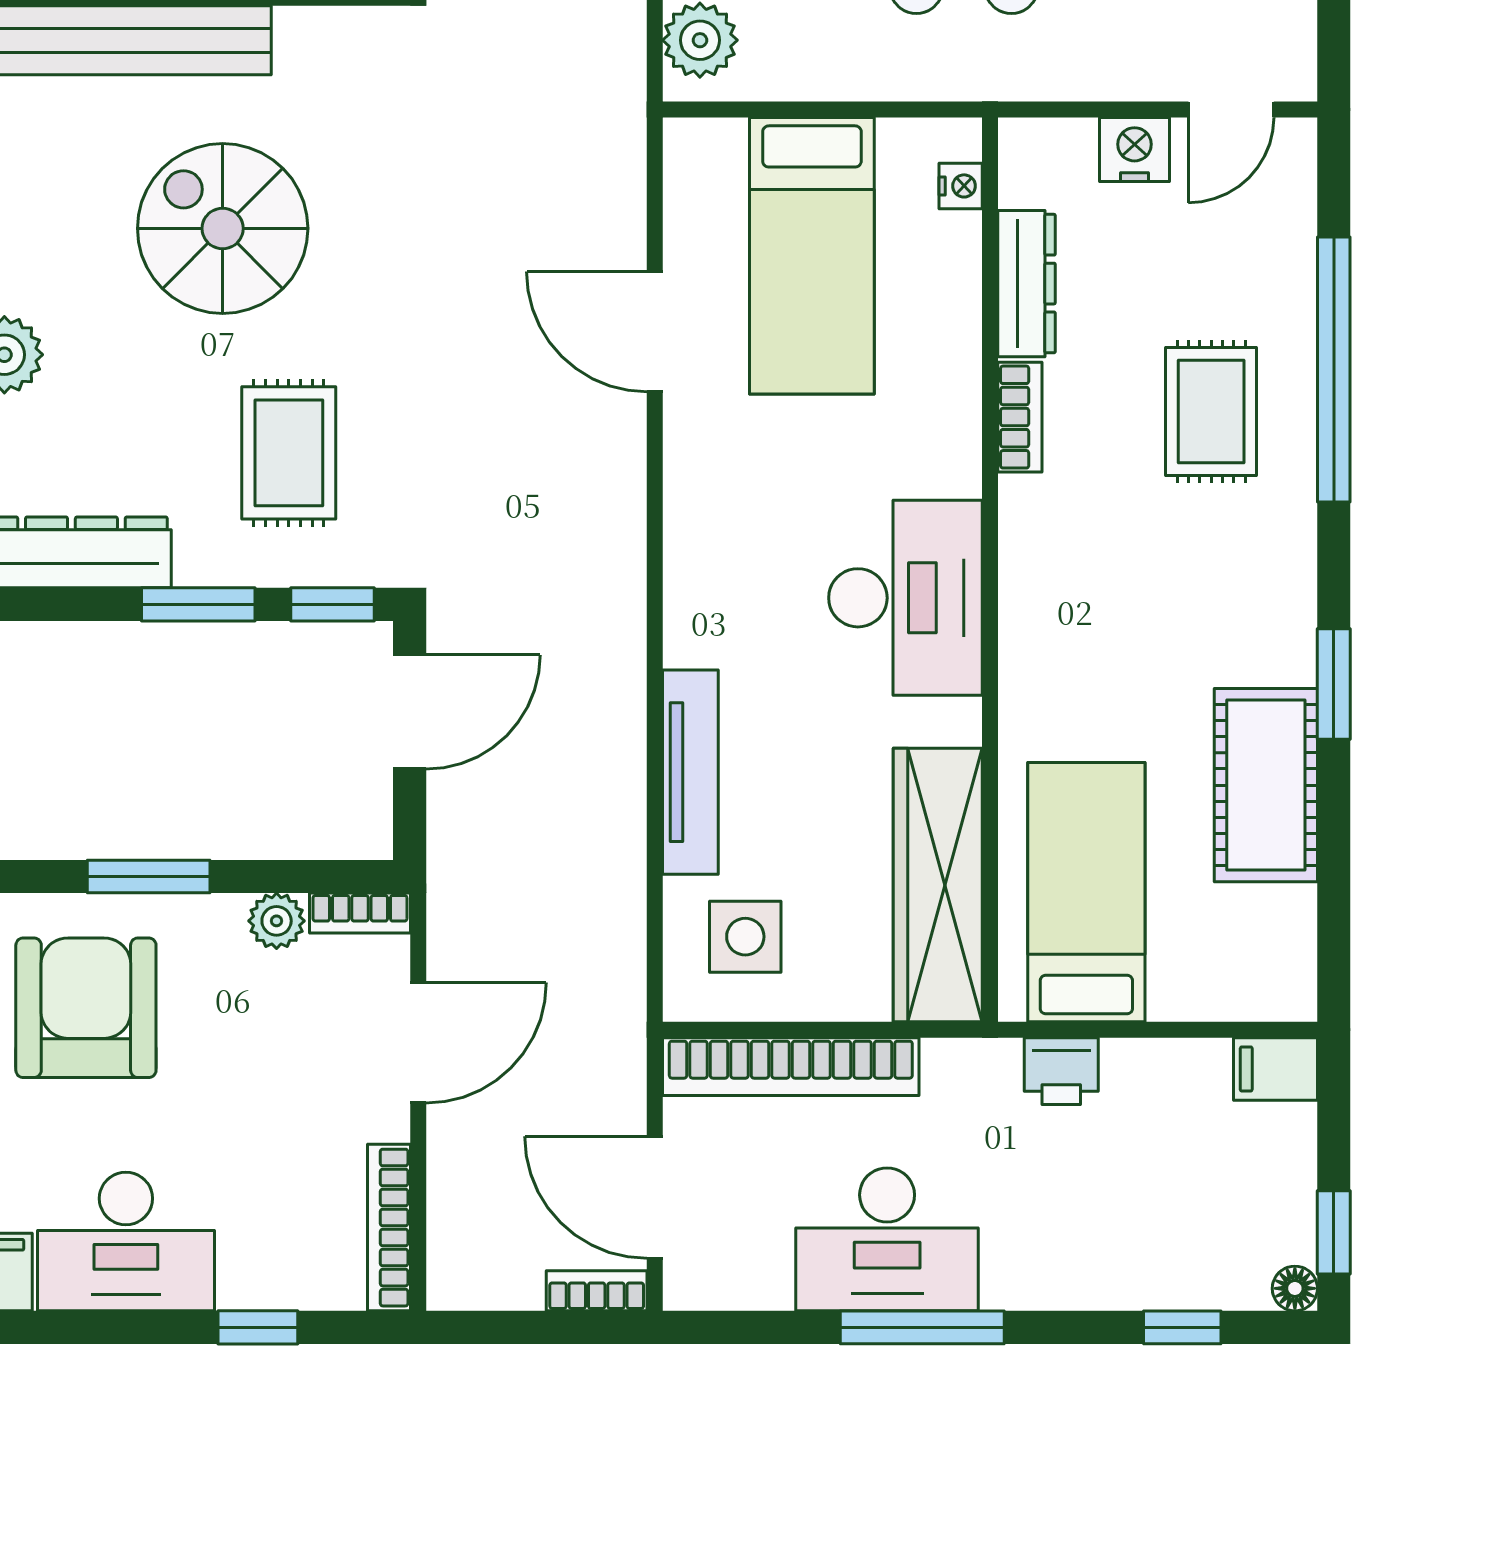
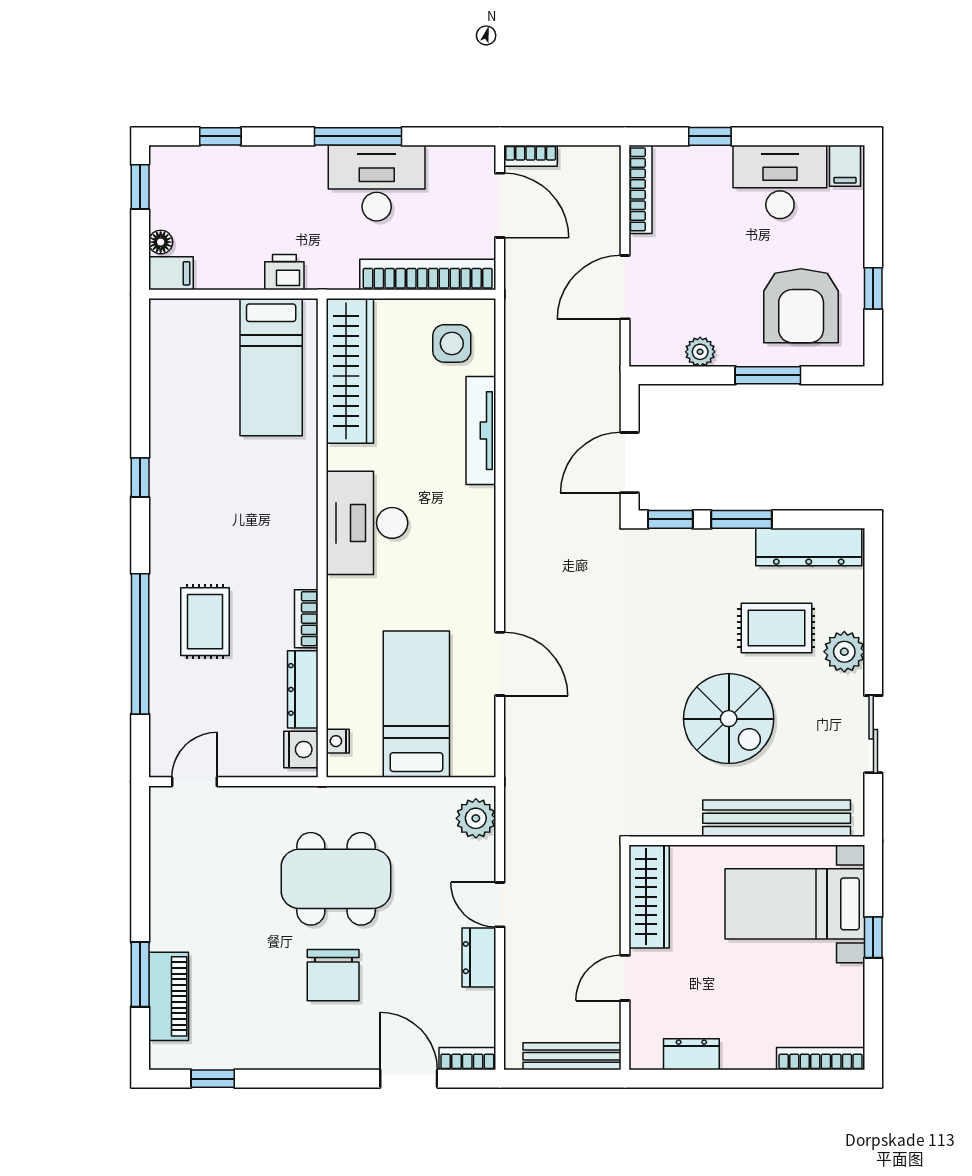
nightstand: (1135, 149) -> (301, 749), moved, turned -90
rug: (289, 453) -> (776, 628), moved, turned 90
window: (1334, 684) -> (140, 477), width x0.67
cot: (1266, 785) -> (176, 424), removed
bookcase: (360, 913) -> (656, 356), removed
floor lamp: (1295, 1288) -> (161, 242), moved

